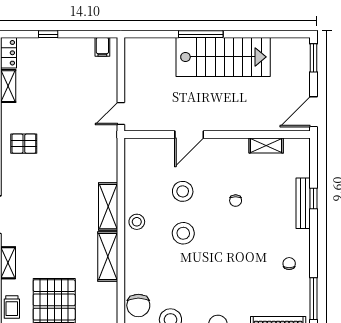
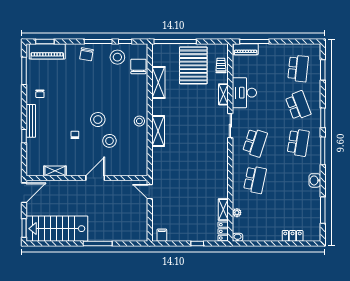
stairs: (223, 57) -> (57, 229), moved
door: (121, 114) -> (150, 192), swing flipped
door: (189, 134) -> (95, 178), moved
pallet: (24, 144) -> (213, 172), removed
bench: (303, 203) -> (31, 121), moved
stool: (183, 233) -> (98, 120), moved
shelving: (108, 257) -> (158, 82), moved

